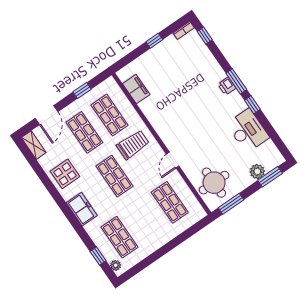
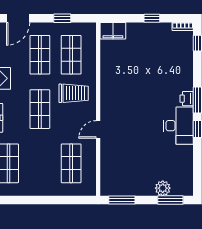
filing cabinet: (136, 89) -> (113, 31), moved, turned 90
desk: (248, 131) -> (178, 126), moved
round table: (214, 183) -> (120, 172), removed

